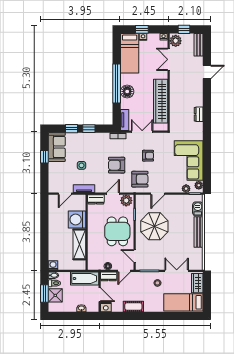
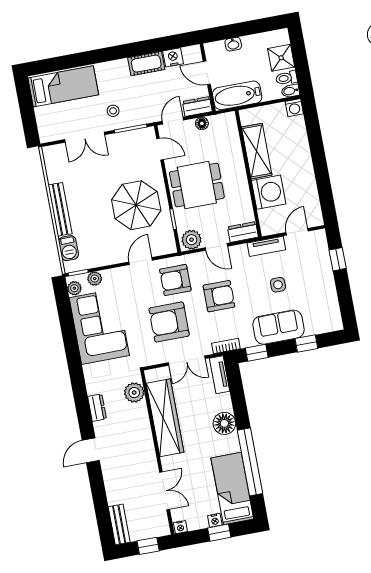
plant: (176, 41) -> (134, 393), moved
door: (207, 72) -> (91, 450), moved
window: (117, 84) -> (250, 462), moved
window: (89, 129) -> (257, 353), moved
sofa: (57, 147) -> (278, 327), moved, turned 90
armchair: (148, 156) -> (169, 322), width x1.88, depth x1.88
window: (44, 157) -> (338, 259), moved
door: (113, 194) -> (216, 247), hinge flipped
dining table: (117, 231) -> (197, 185), turned 90
wardrobe: (197, 283) -> (46, 123), removed
window: (44, 293) -> (300, 58), removed
nightstand: (106, 307) -> (173, 57), moved

